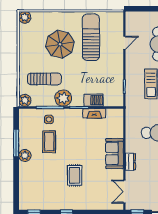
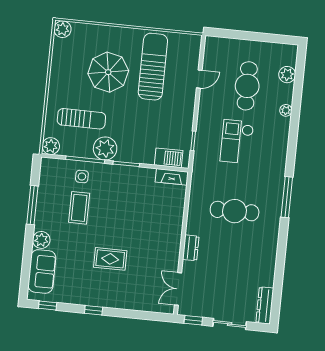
barbecue: (94, 100) -> (169, 158), moved
fireplace: (94, 113) -> (172, 177), moved
sofa: (115, 154) -> (42, 271), moved, turned 180
plant: (25, 155) -> (41, 240), moved
rug: (75, 175) -> (110, 259), turned 90

